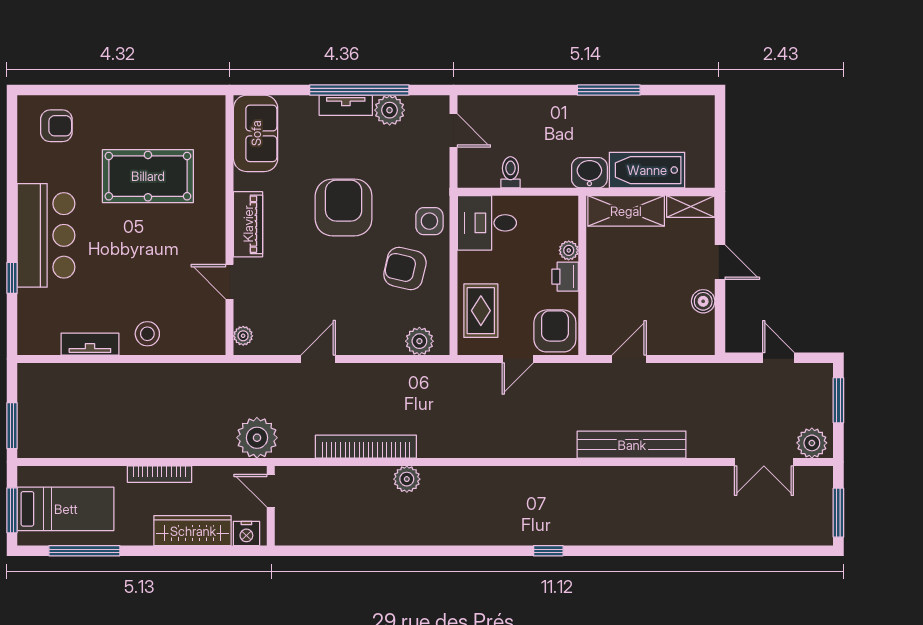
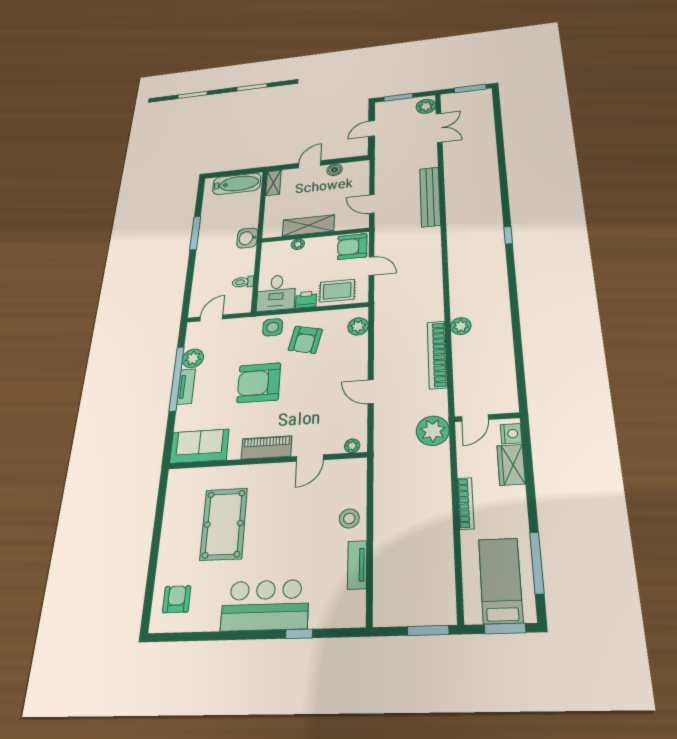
bathtub: (647, 170) -> (237, 184), moved, turned -90
shelving: (626, 211) -> (308, 225), moved, turned 90
printer: (565, 277) -> (306, 300), moved, turned 180
wardrobe: (193, 531) -> (511, 465), width x0.67

